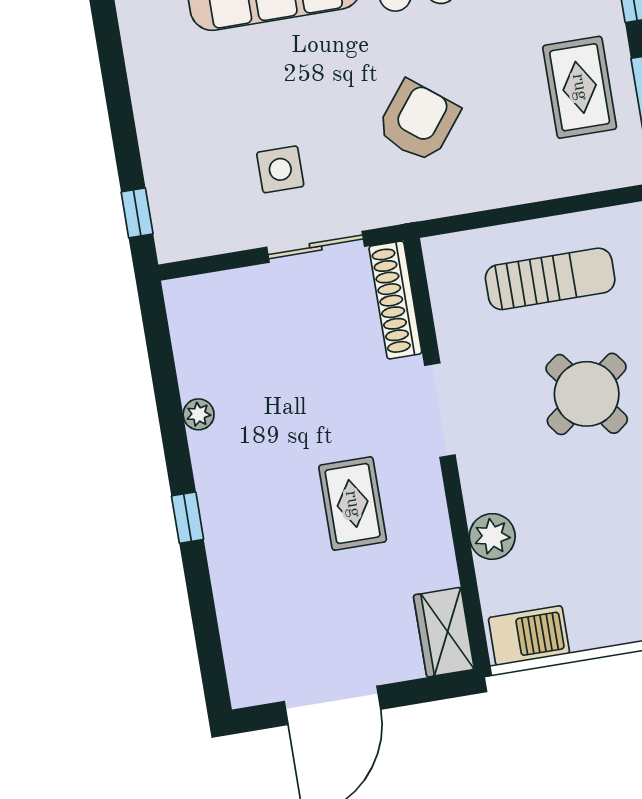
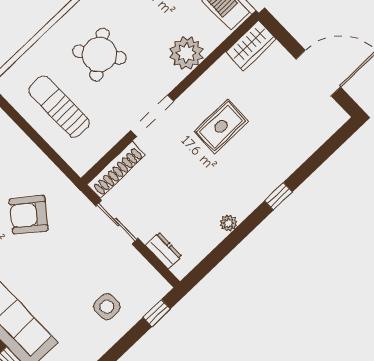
side table: (280, 169) -> (107, 307), moved
dresser: (224, 288) -> (164, 251), added
plant: (492, 536) -> (186, 53), width x1.36, depth x1.36

